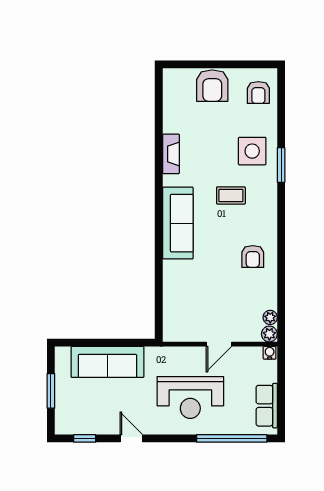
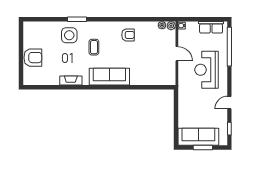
armchair: (258, 93) -> (37, 32), removed
sofa: (108, 362) -> (198, 137), moved, turned -90
reception desk: (190, 398) -> (207, 70), turned 180

